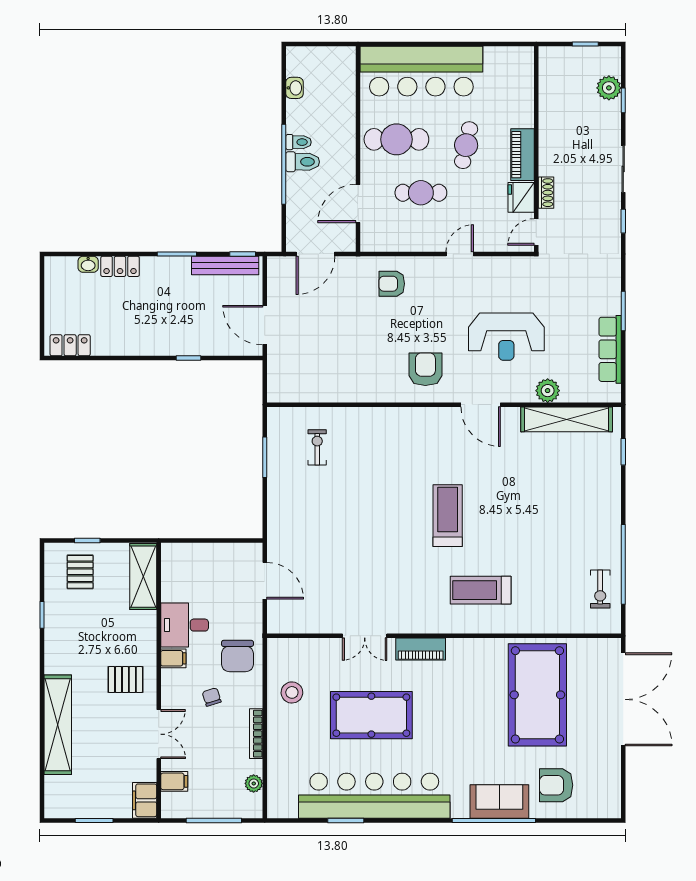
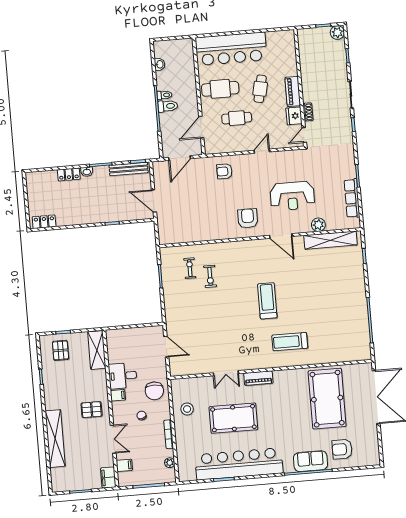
plant: (609, 88) -> (337, 32), moved
washbasin: (88, 264) -> (87, 172), moved
exercise bike: (600, 589) -> (210, 276), moved

